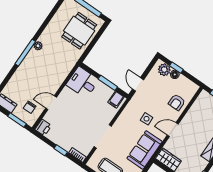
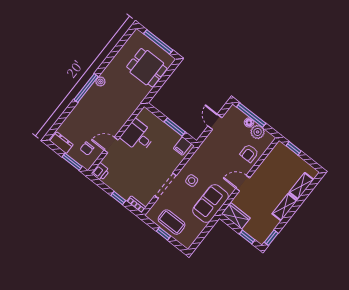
dining table: (79, 31) -> (147, 68), turned 90
window: (176, 68) -> (251, 115), width x2.17
plant: (164, 70) -> (258, 132), moved
desk: (83, 82) -> (138, 136), moved
door: (138, 84) -> (215, 122), moved
side table: (147, 119) -> (192, 181), moved

